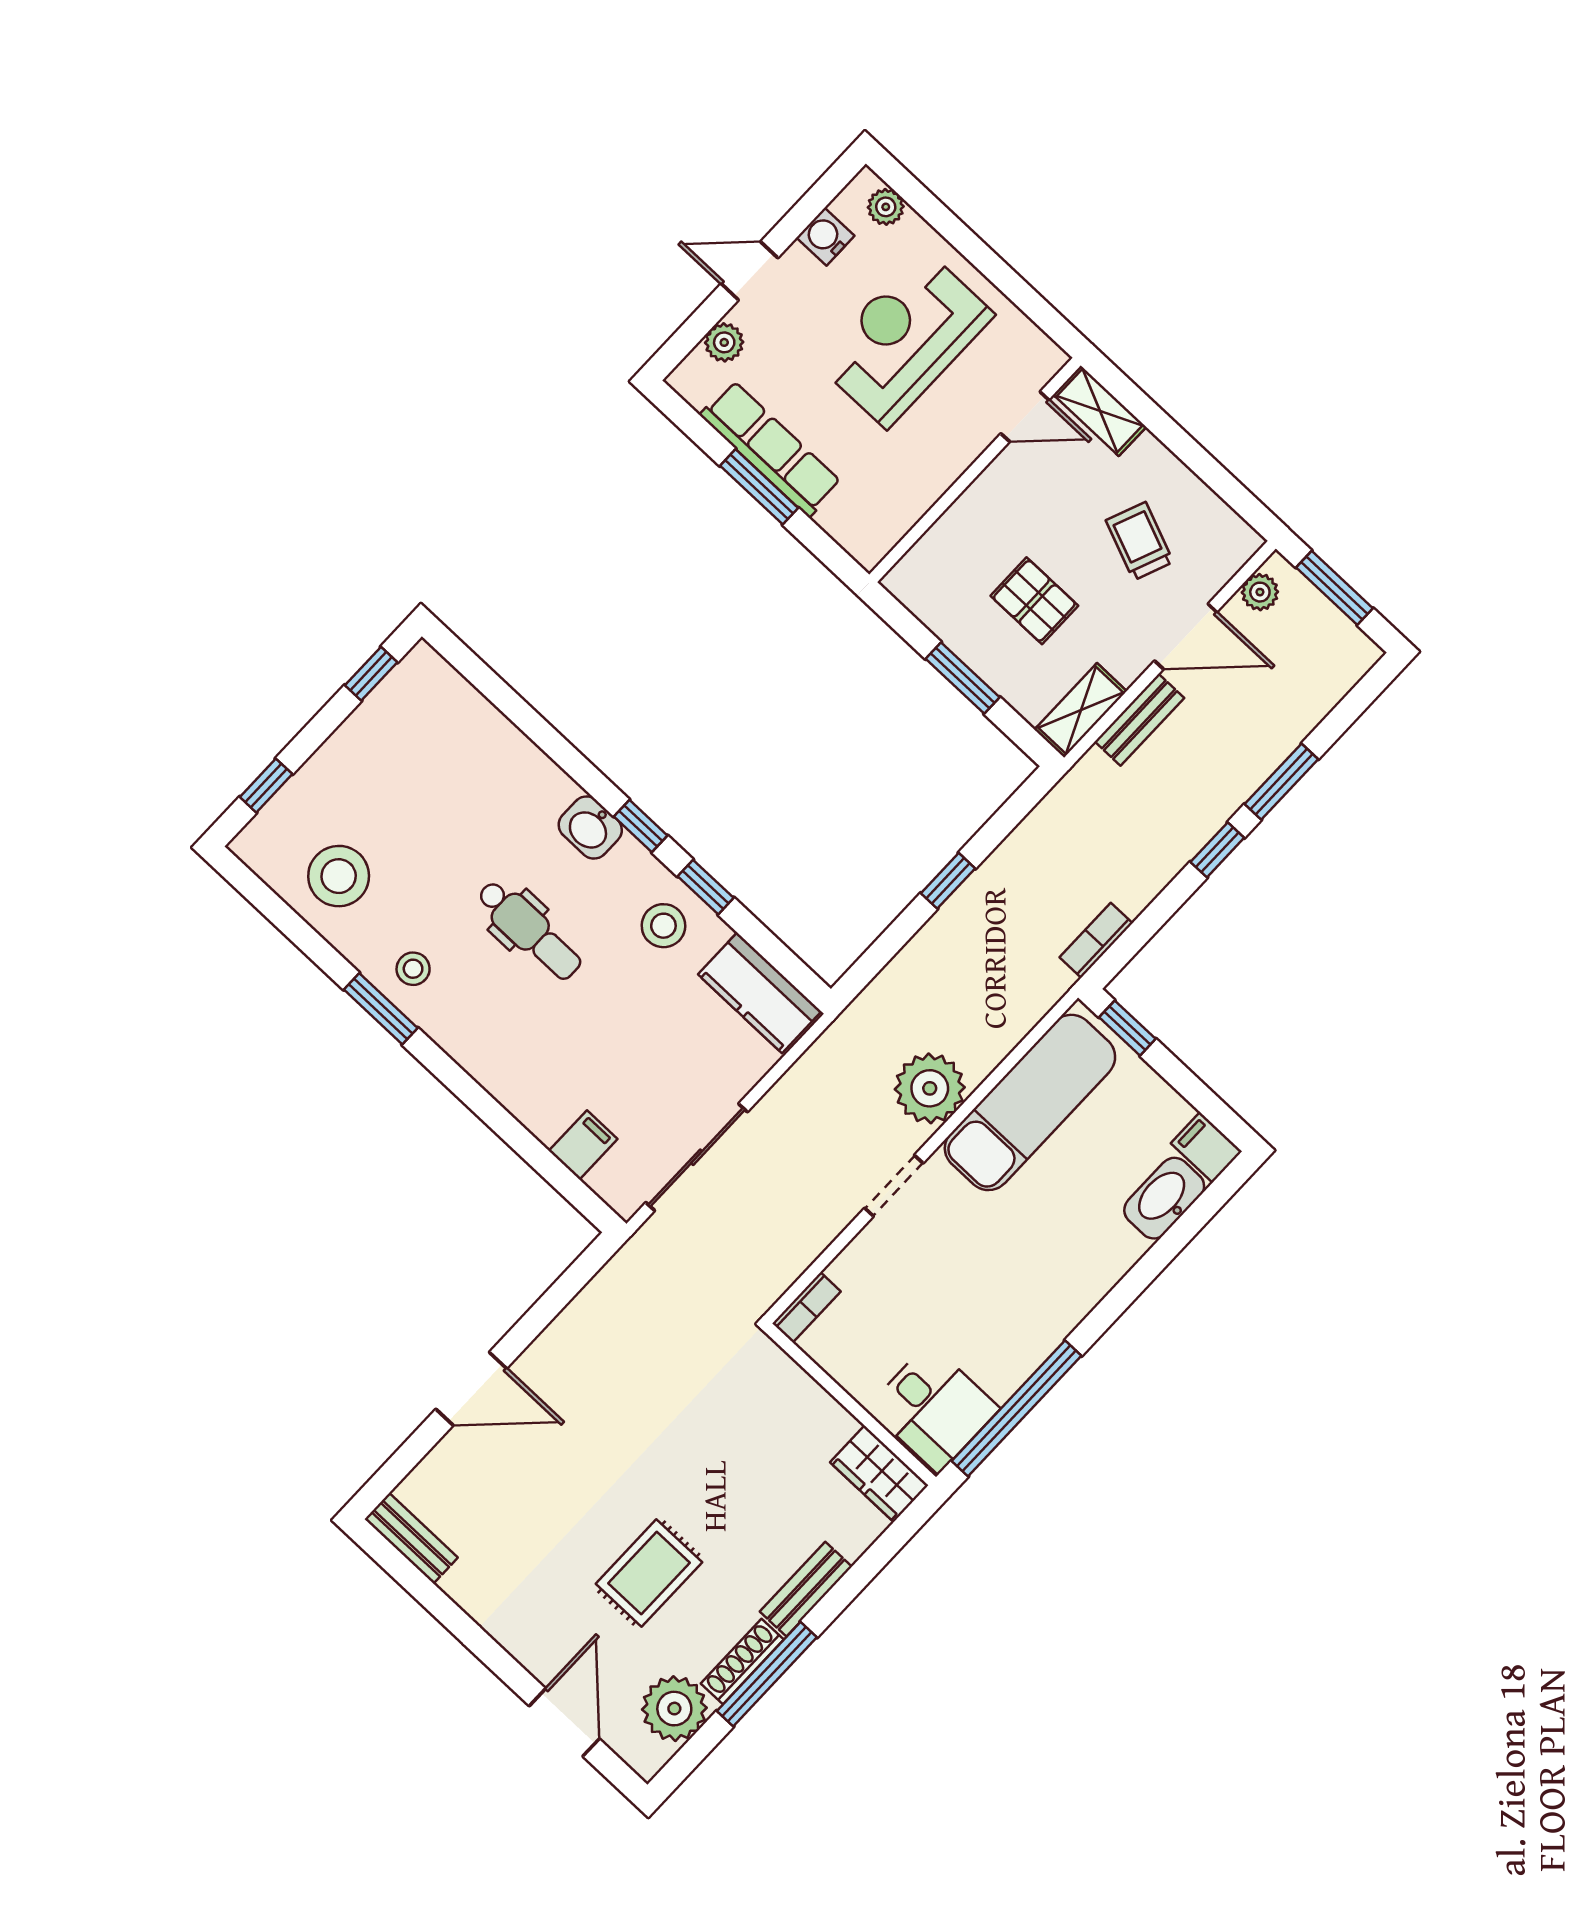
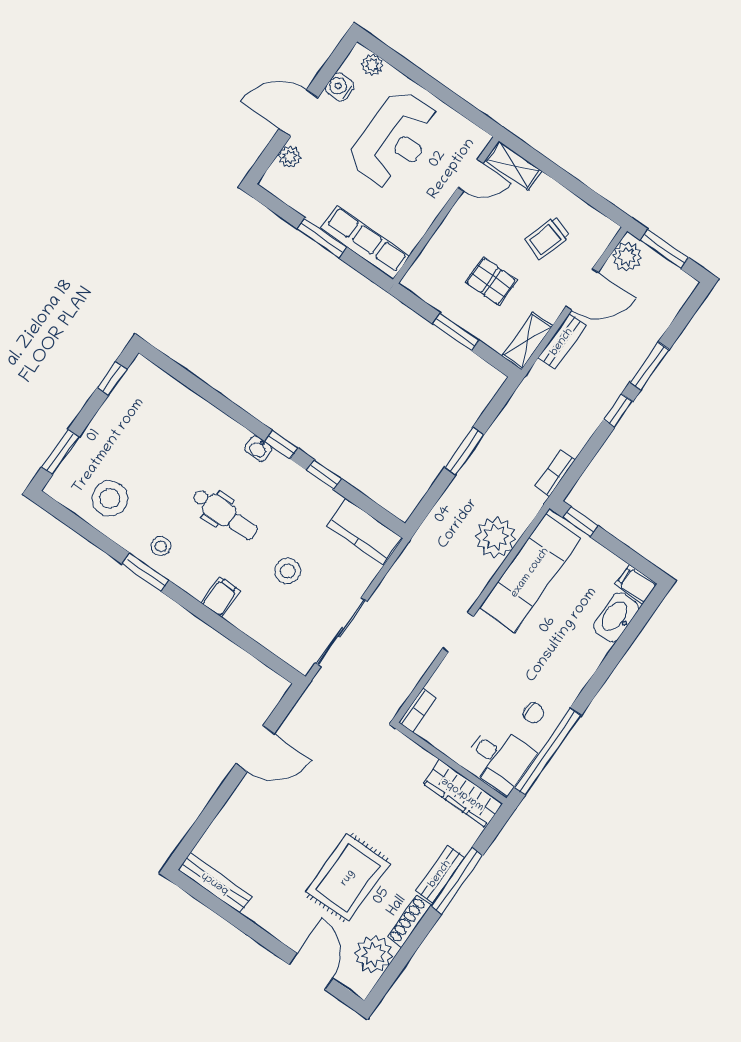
door: (749, 271) -> (298, 113), width x1.37
reception desk: (905, 338) -> (394, 140), turned 180
row of seats: (771, 449) -> (365, 242), moved
trolley: (1140, 541) -> (547, 238), turned -95
plant: (1260, 592) -> (627, 257), width x1.38, depth x1.38
window: (266, 786) -> (60, 452), width x1.50
washbasin: (590, 827) -> (258, 449), width x0.72, depth x0.69
window: (948, 881) -> (464, 451), width x1.50
stool: (663, 926) -> (288, 571), moved
plant: (930, 1088) -> (496, 537), moved
filing cabinet: (583, 1145) -> (220, 597), moved
chair: (1002, 1340) -> (533, 713), added
door: (471, 1389) -> (255, 749), moved
wardrobe: (879, 1474) -> (463, 794), width x1.50
bench: (411, 1538) -> (215, 883), width x1.36
rug: (649, 1573) -> (348, 878), width x1.36, depth x1.43
window: (767, 1674) -> (457, 881), moved

